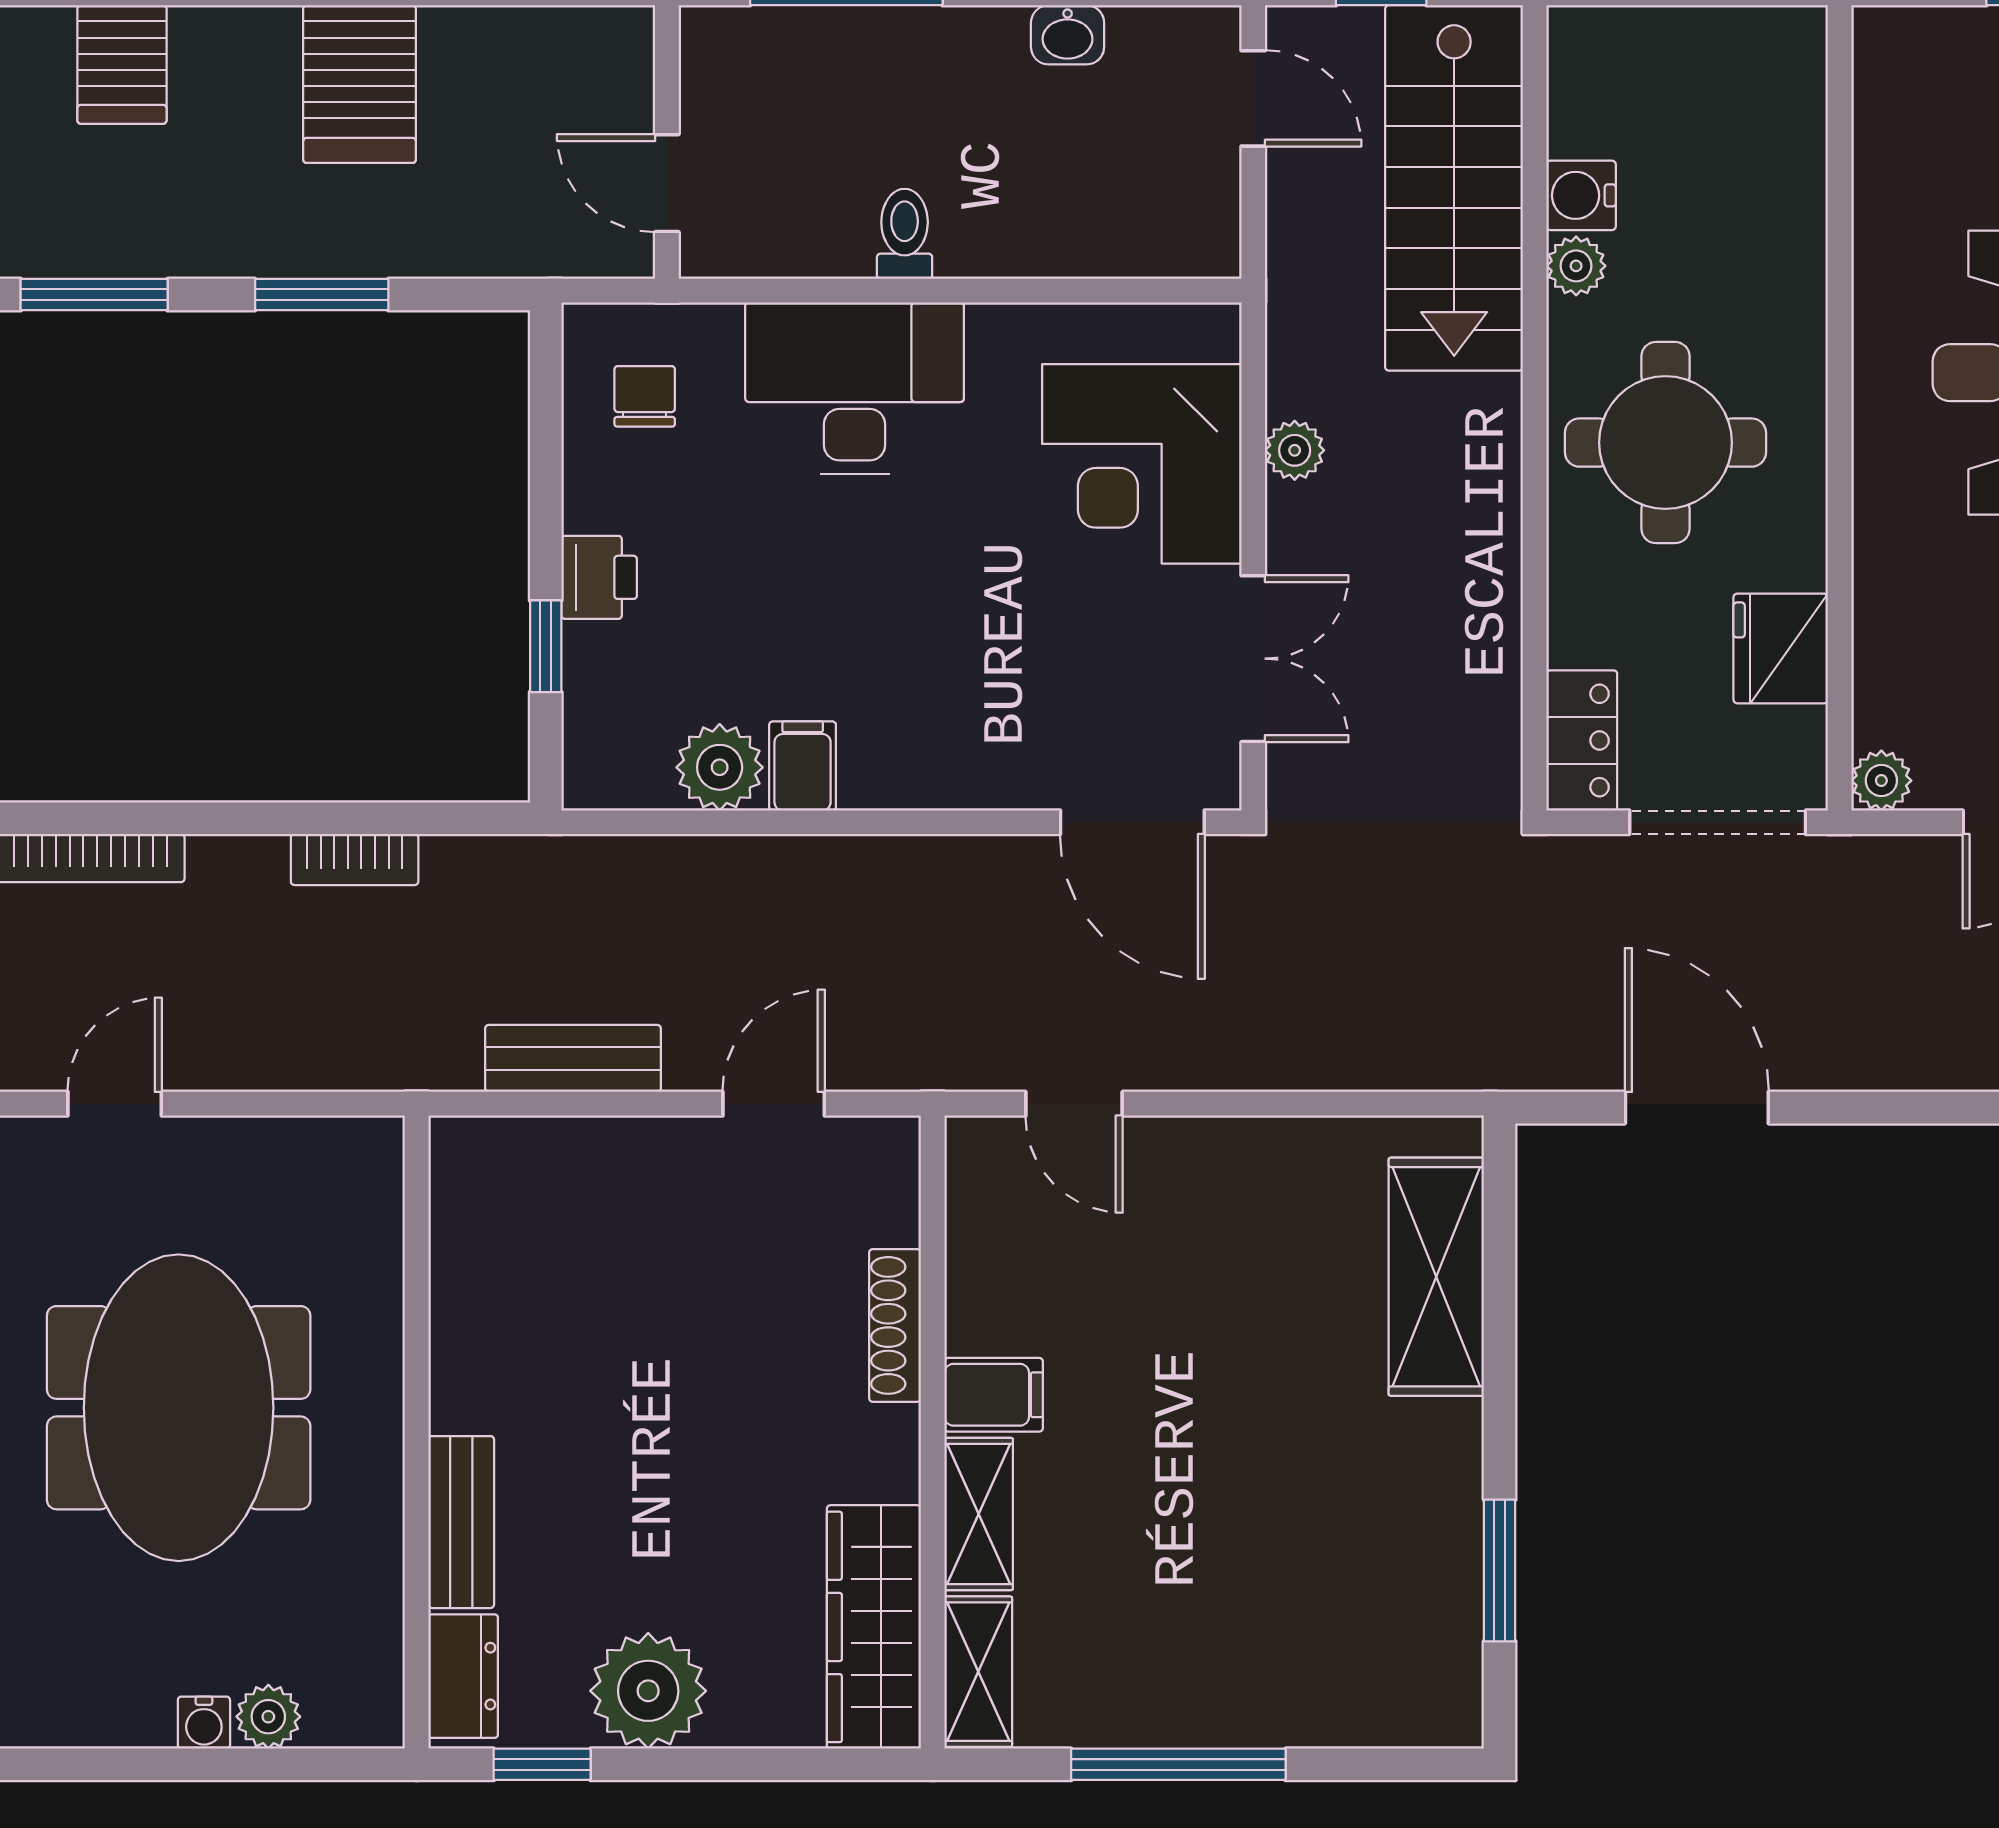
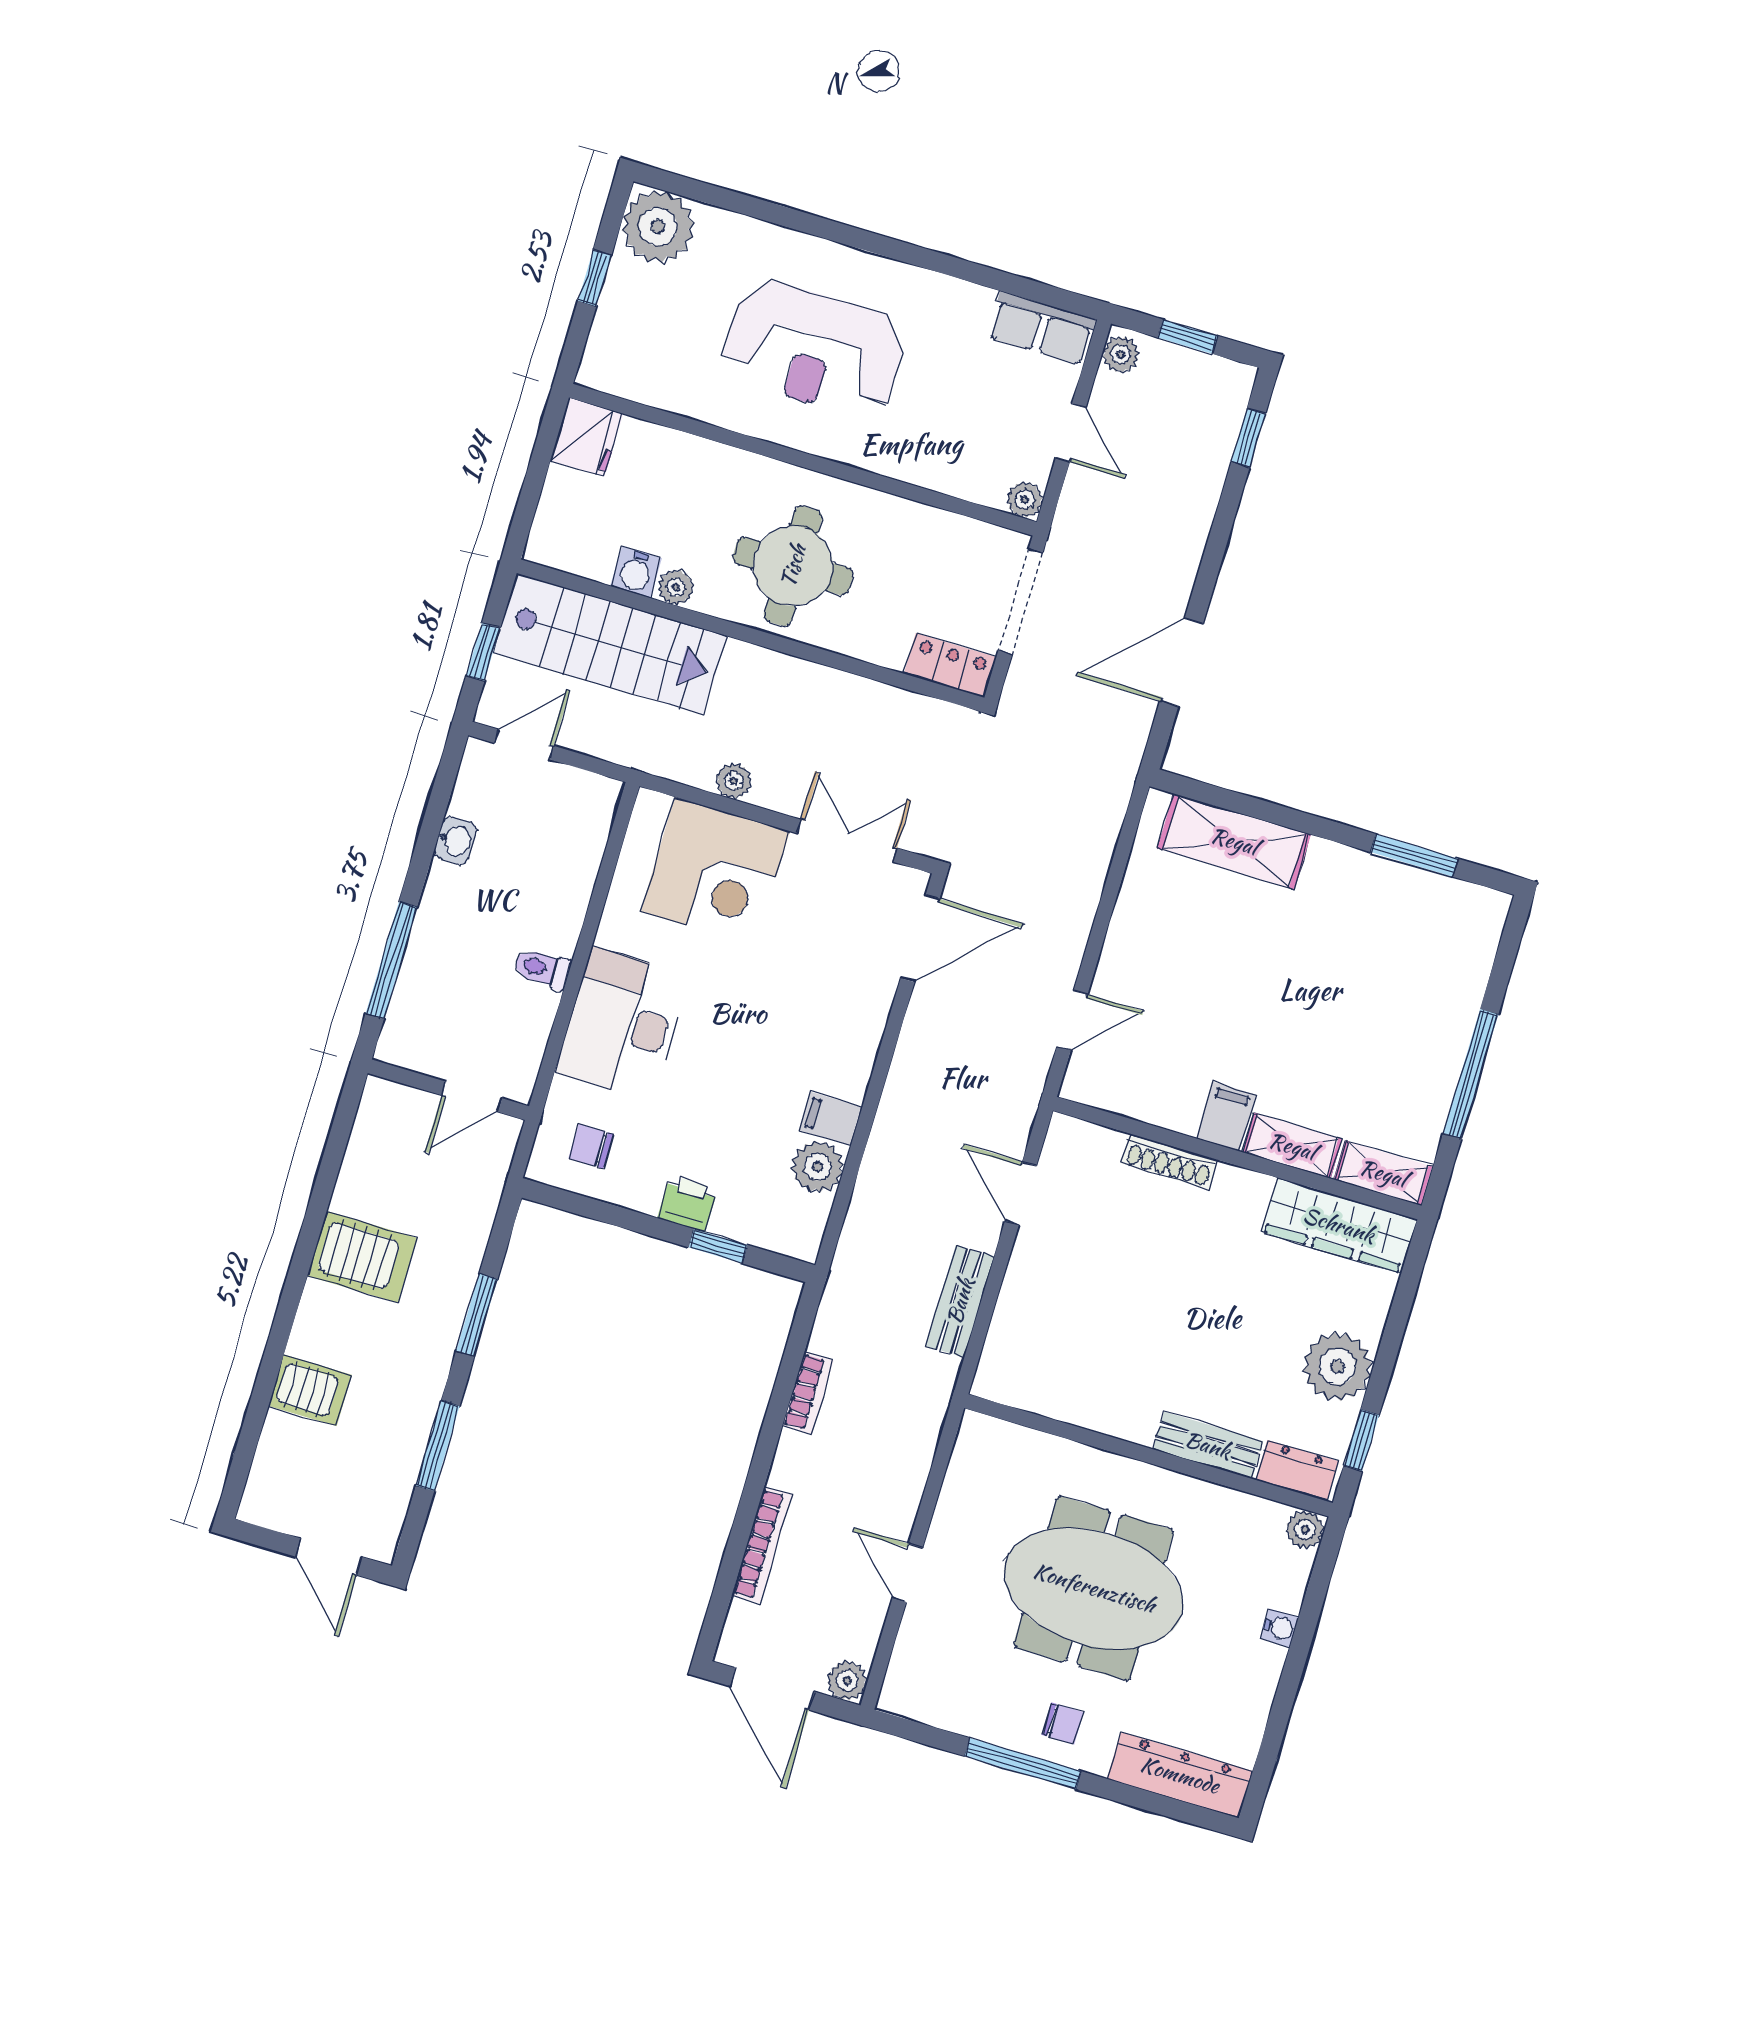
fridge: (1781, 648) -> (587, 437), moved, turned -90
plant: (268, 1717) -> (1305, 1529), moved

